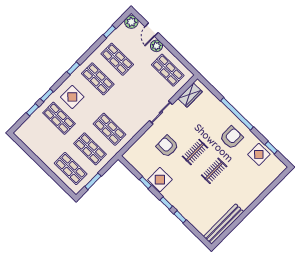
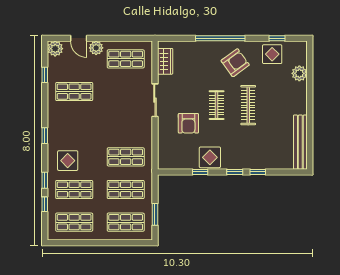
shop shelf: (98, 79) -> (74, 222), moved
armchair: (231, 138) -> (235, 63), turned 54
armchair: (167, 146) -> (188, 123), turned -90
clothes rail: (214, 171) -> (248, 105), width x1.36
plant: (264, 182) -> (299, 73), added

